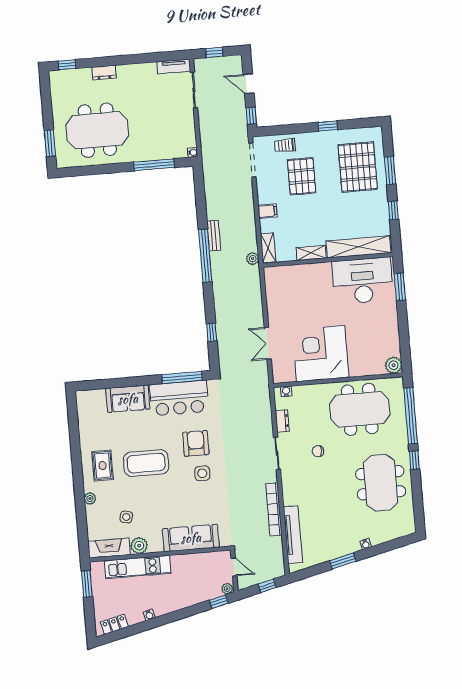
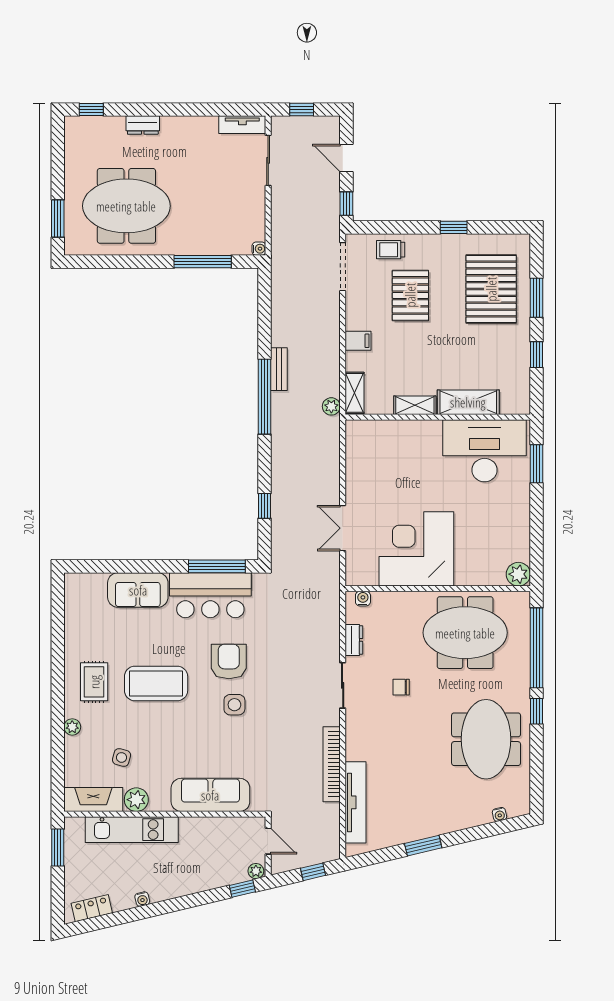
shelving: (358, 247) -> (468, 402), width x0.68
water cooler: (366, 544) -> (499, 814), moved

